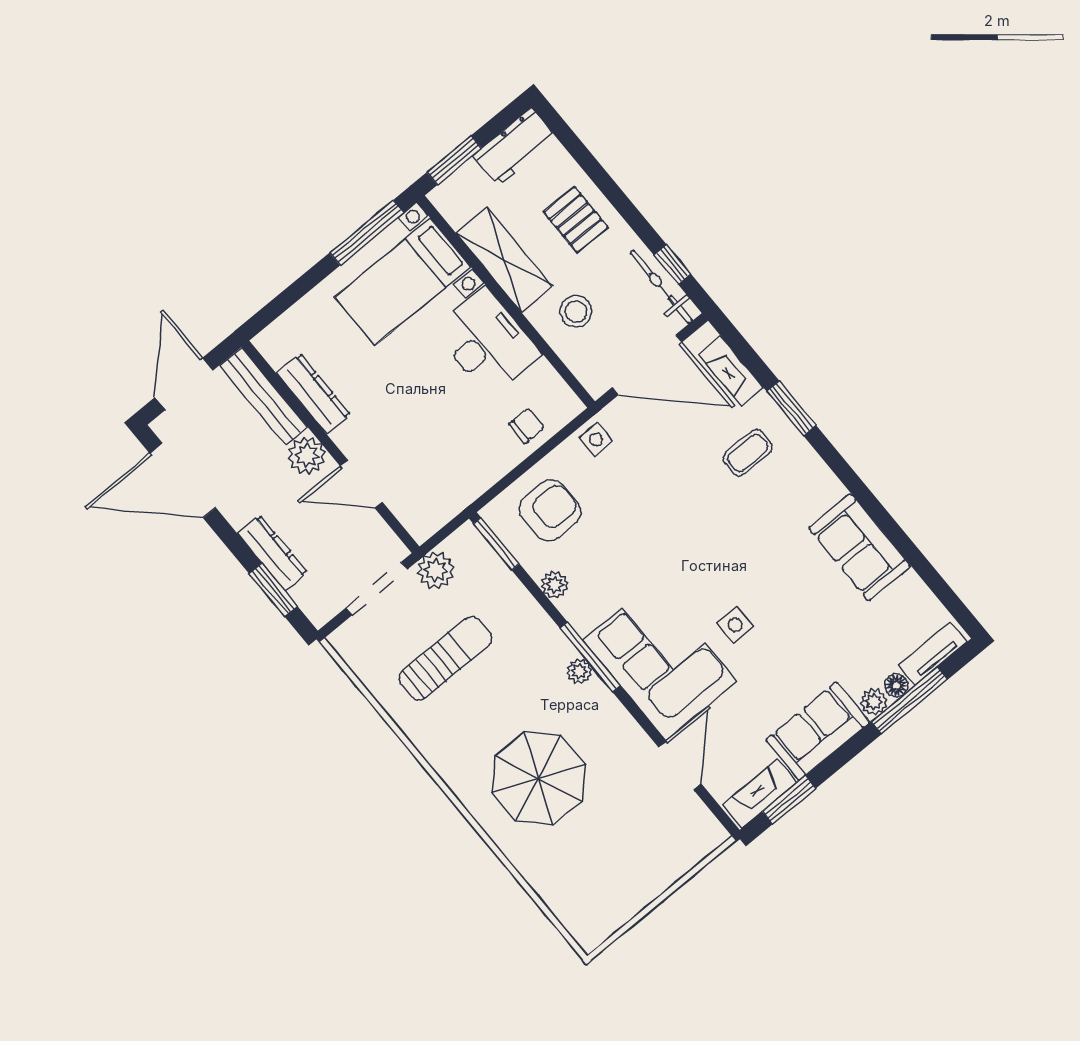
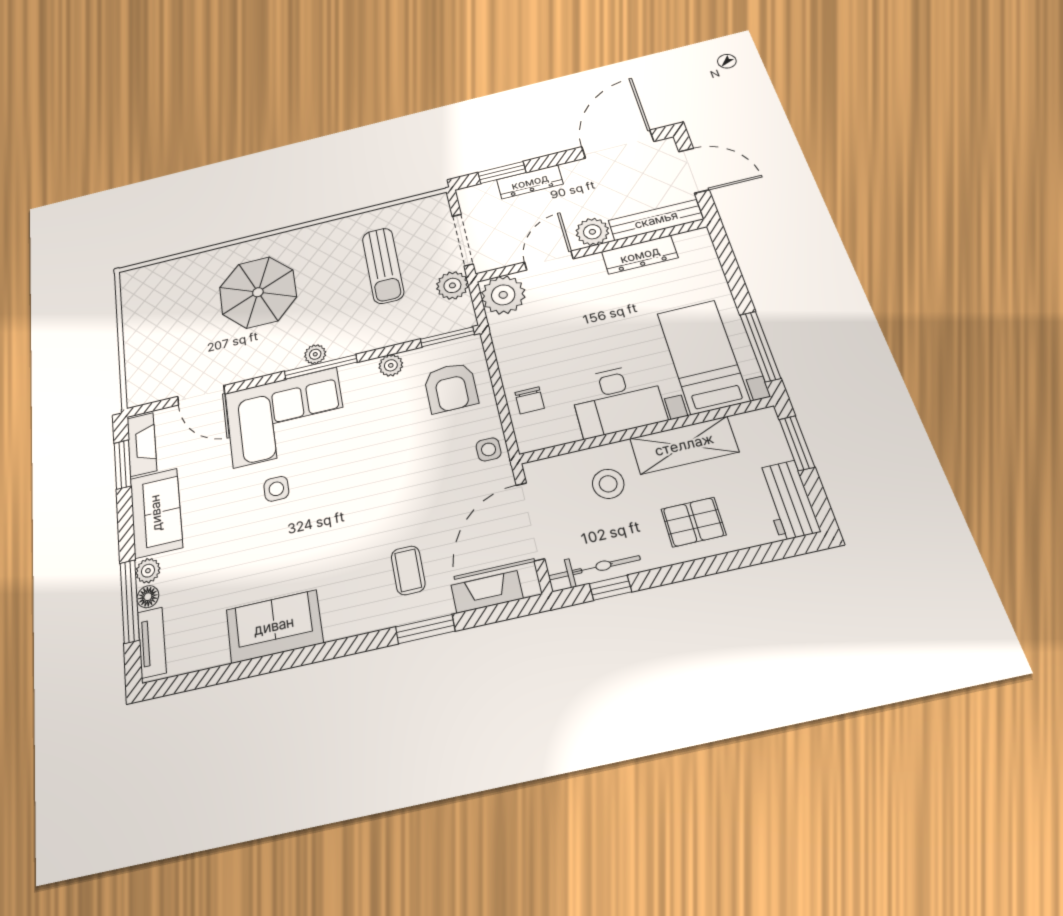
plant: (423, 511) -> (503, 295), added

